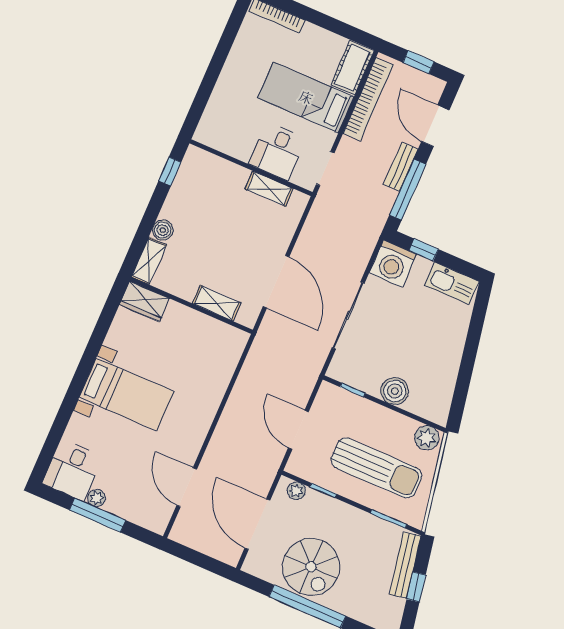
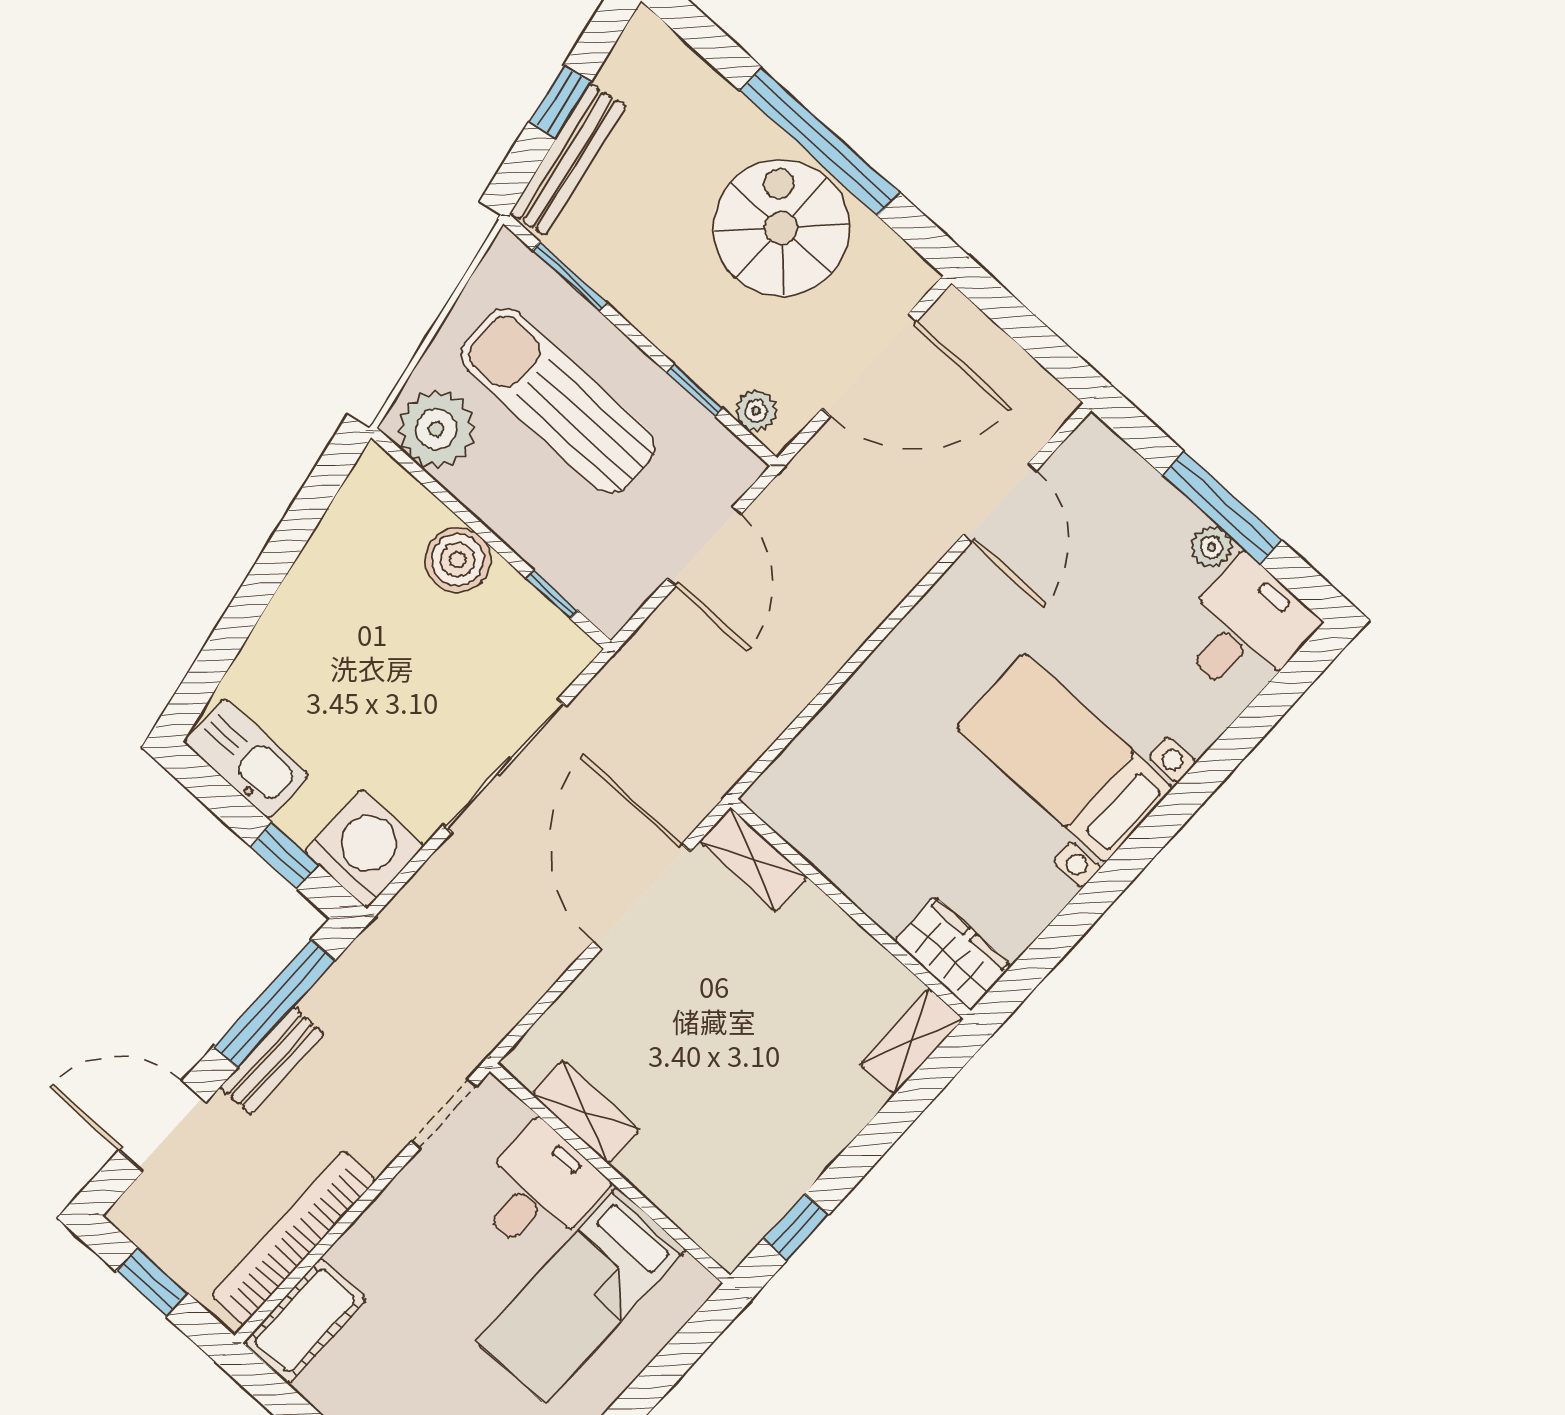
bed: (306, 97) -> (581, 1296), moved, turned 90
door: (435, 126) -> (163, 1126), swing flipped
boiler: (163, 230) -> (857, 1100), removed
shelving: (217, 303) -> (754, 860), moved
plant: (427, 438) -> (436, 429), width x1.36, depth x1.36
door: (257, 524) -> (869, 365), hinge flipped

